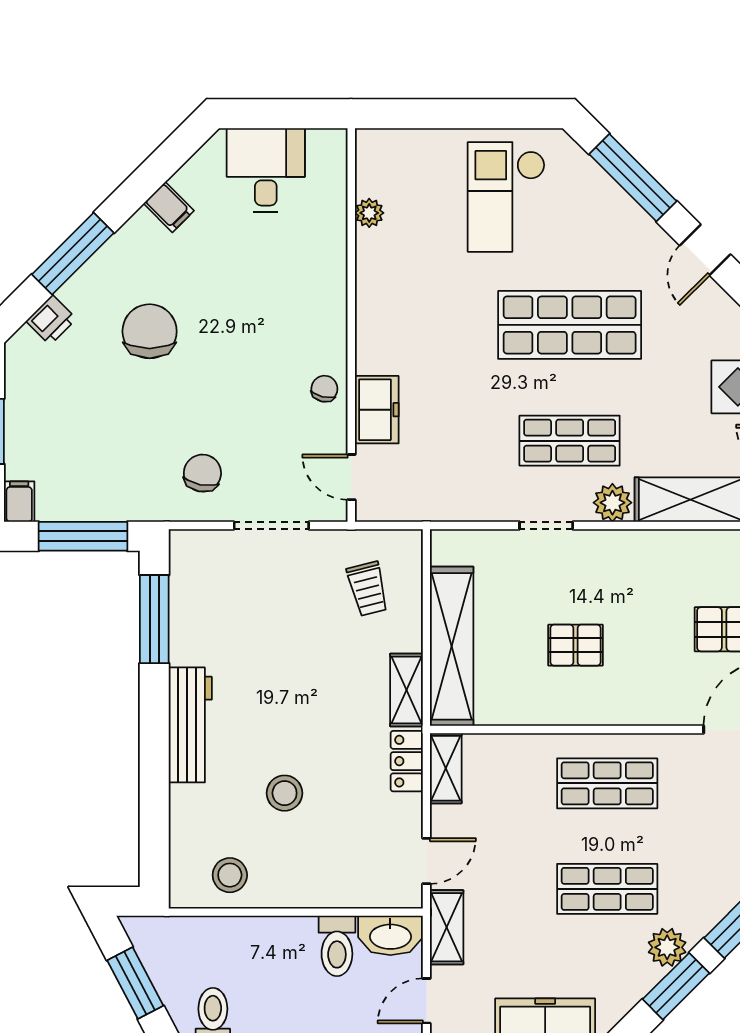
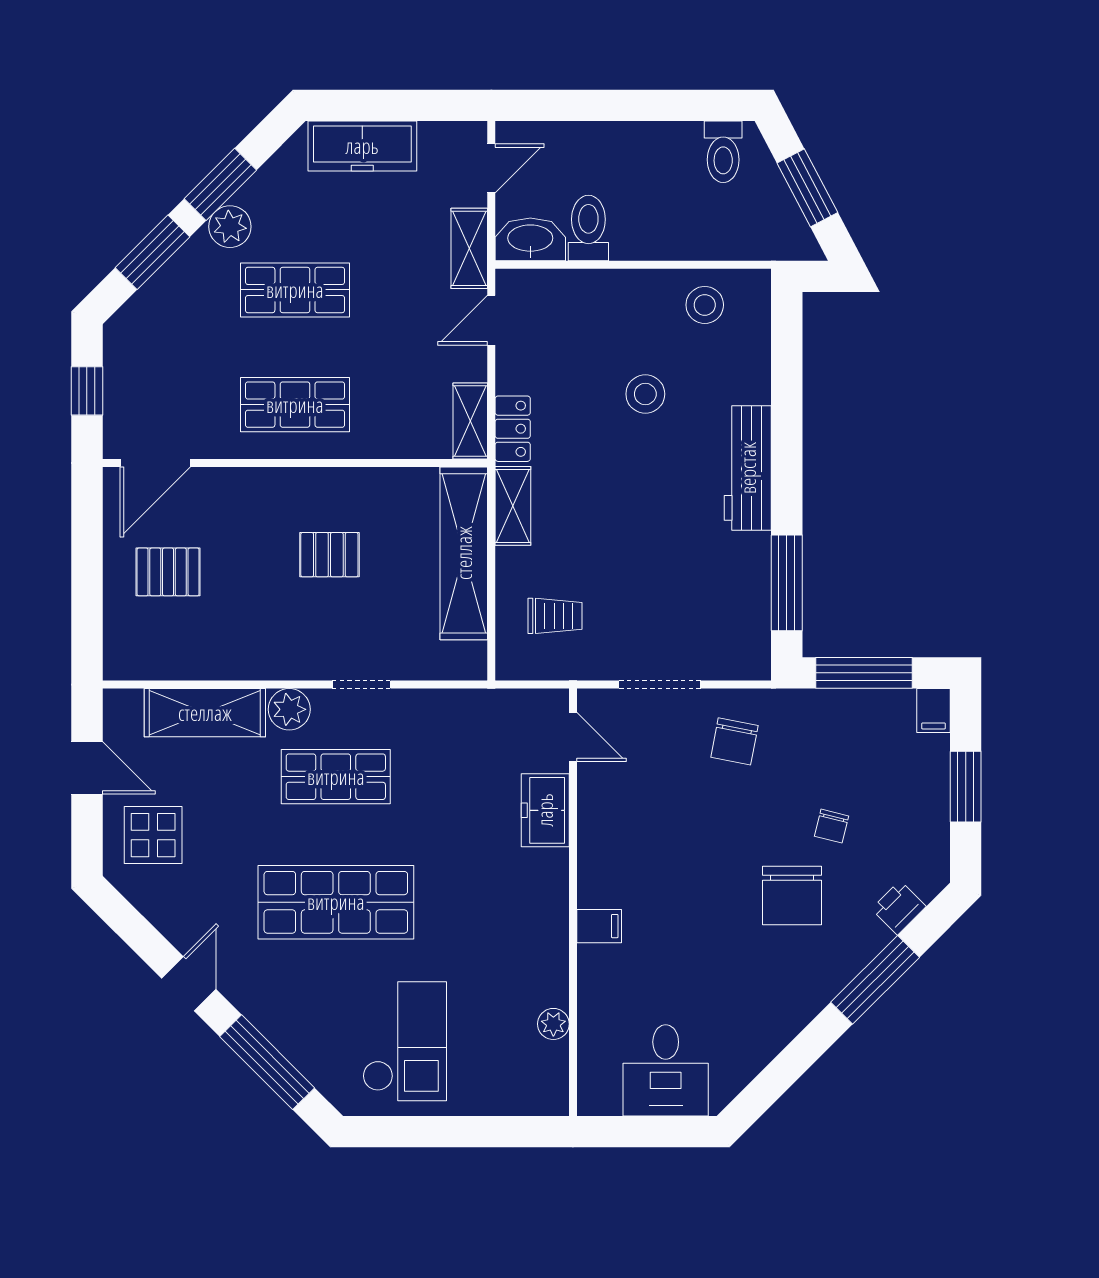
filing cabinet: (169, 207) -> (599, 926), moved, turned 135
chair: (324, 389) -> (832, 826), moved
trolley: (368, 589) -> (555, 616), turned 104

